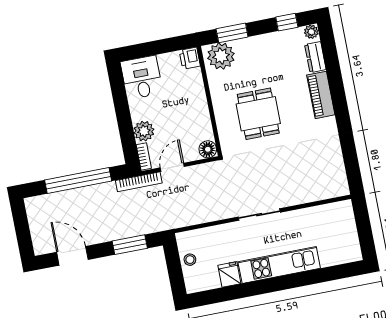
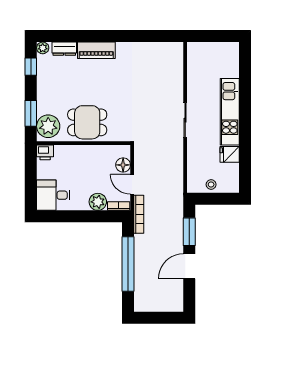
dining table: (258, 114) -> (87, 122), moved
floor lamp: (208, 149) -> (123, 165), moved
door: (72, 256) -> (189, 266), moved

